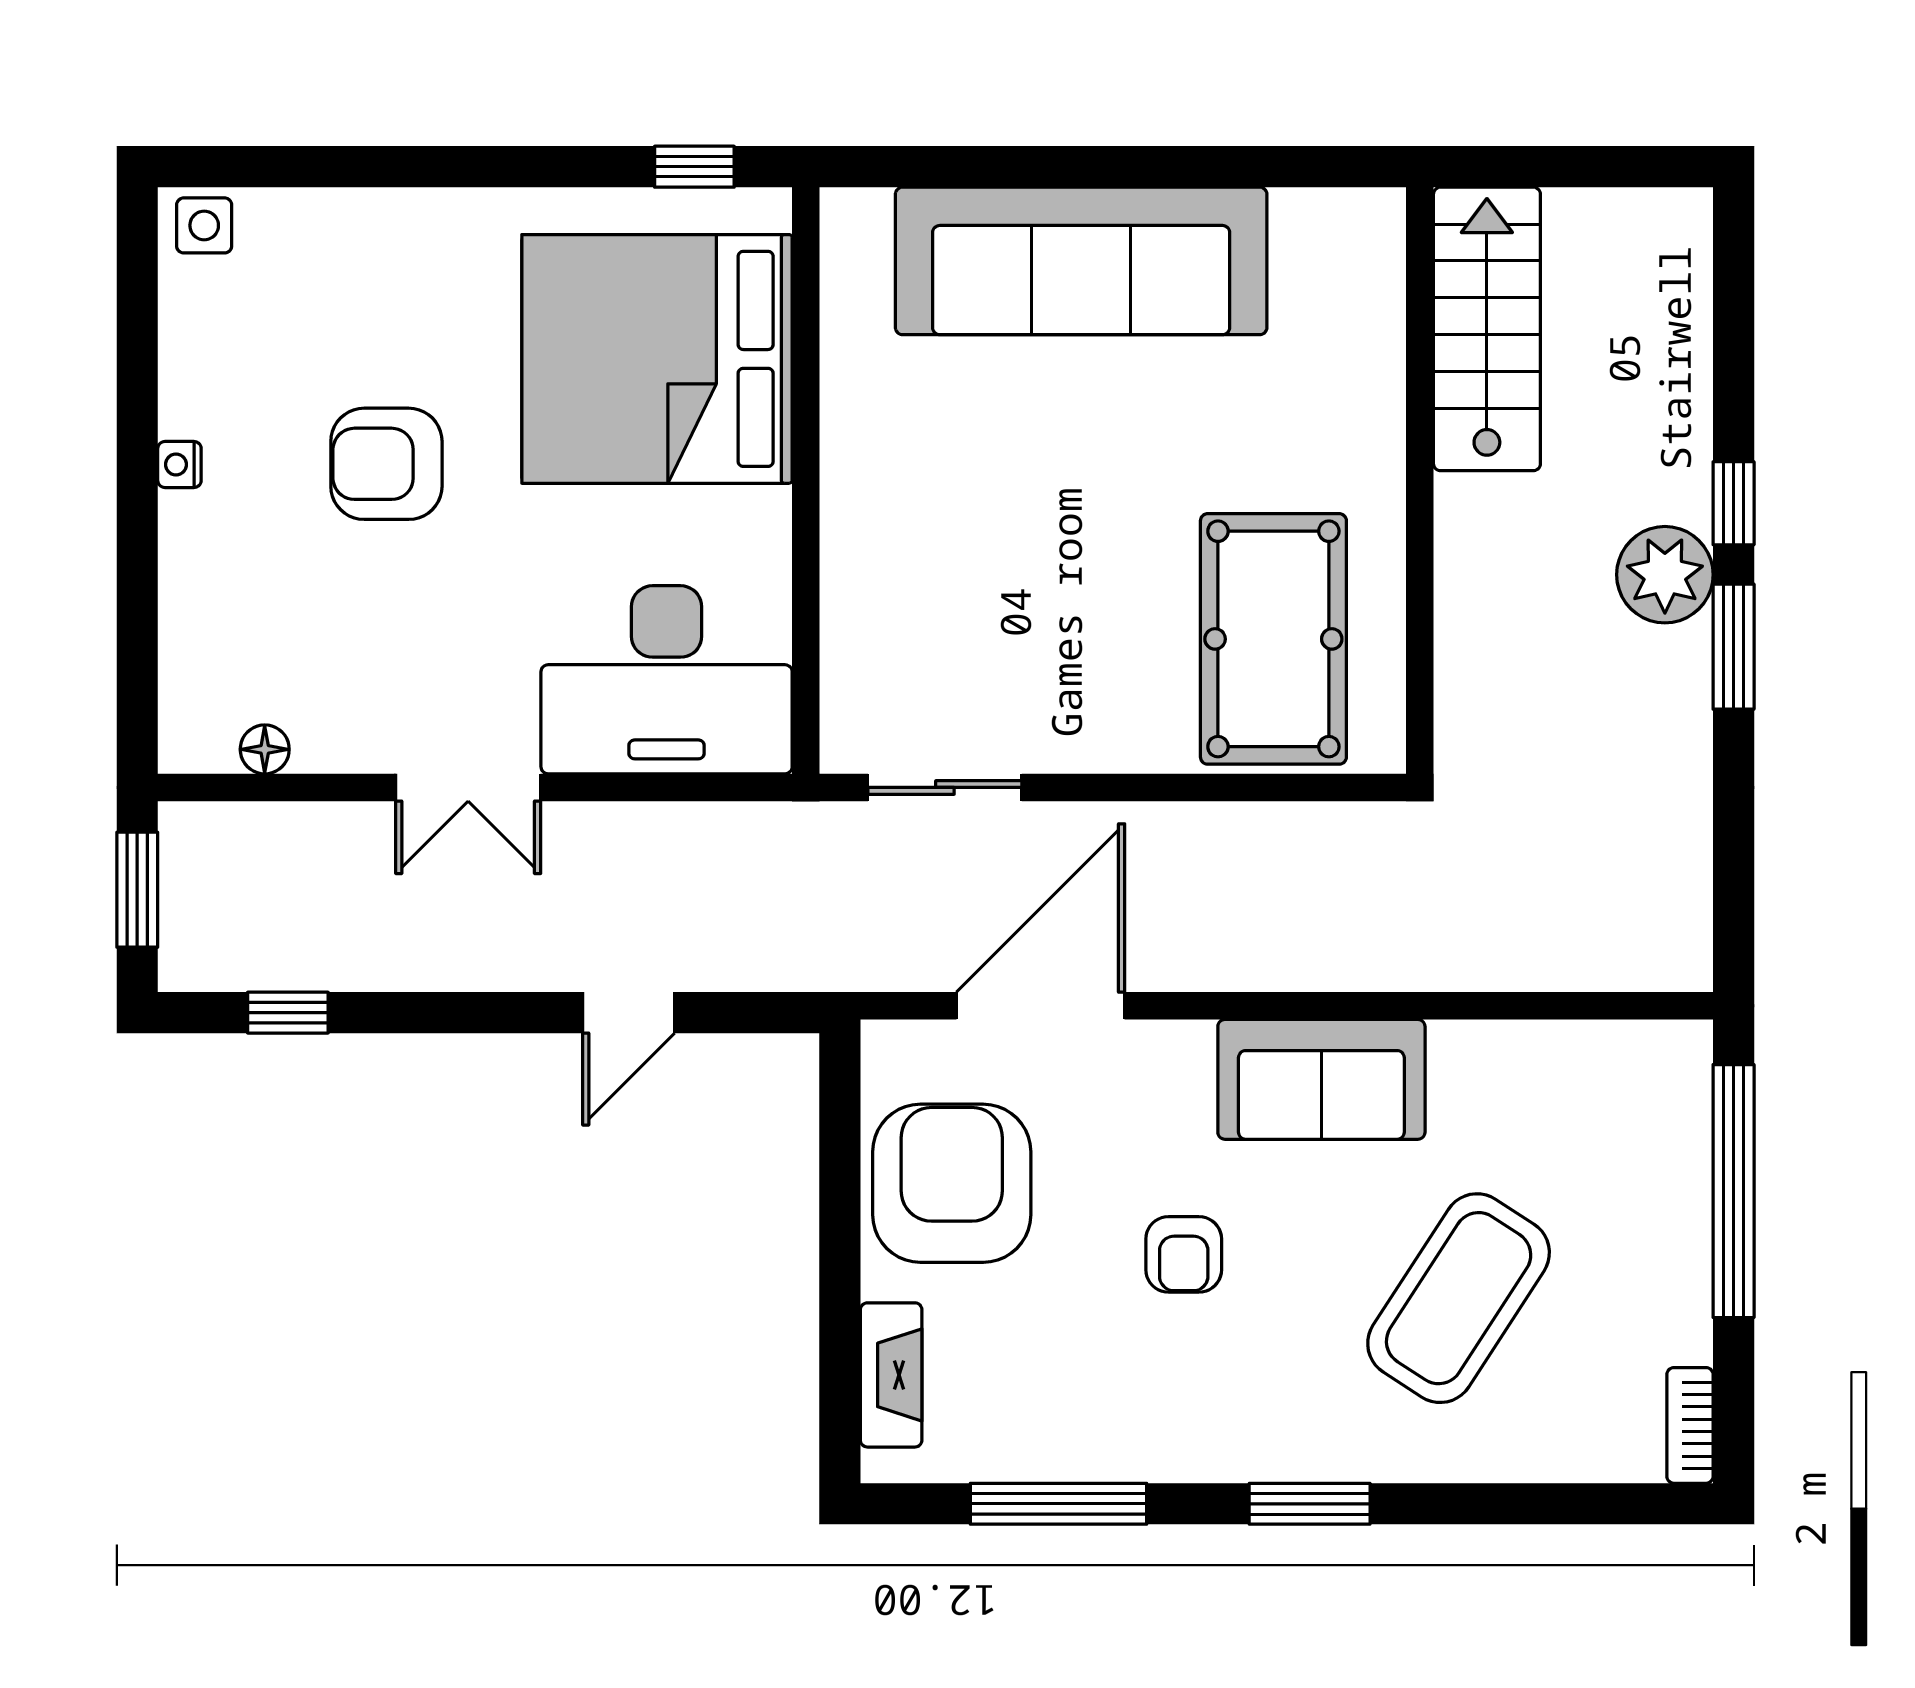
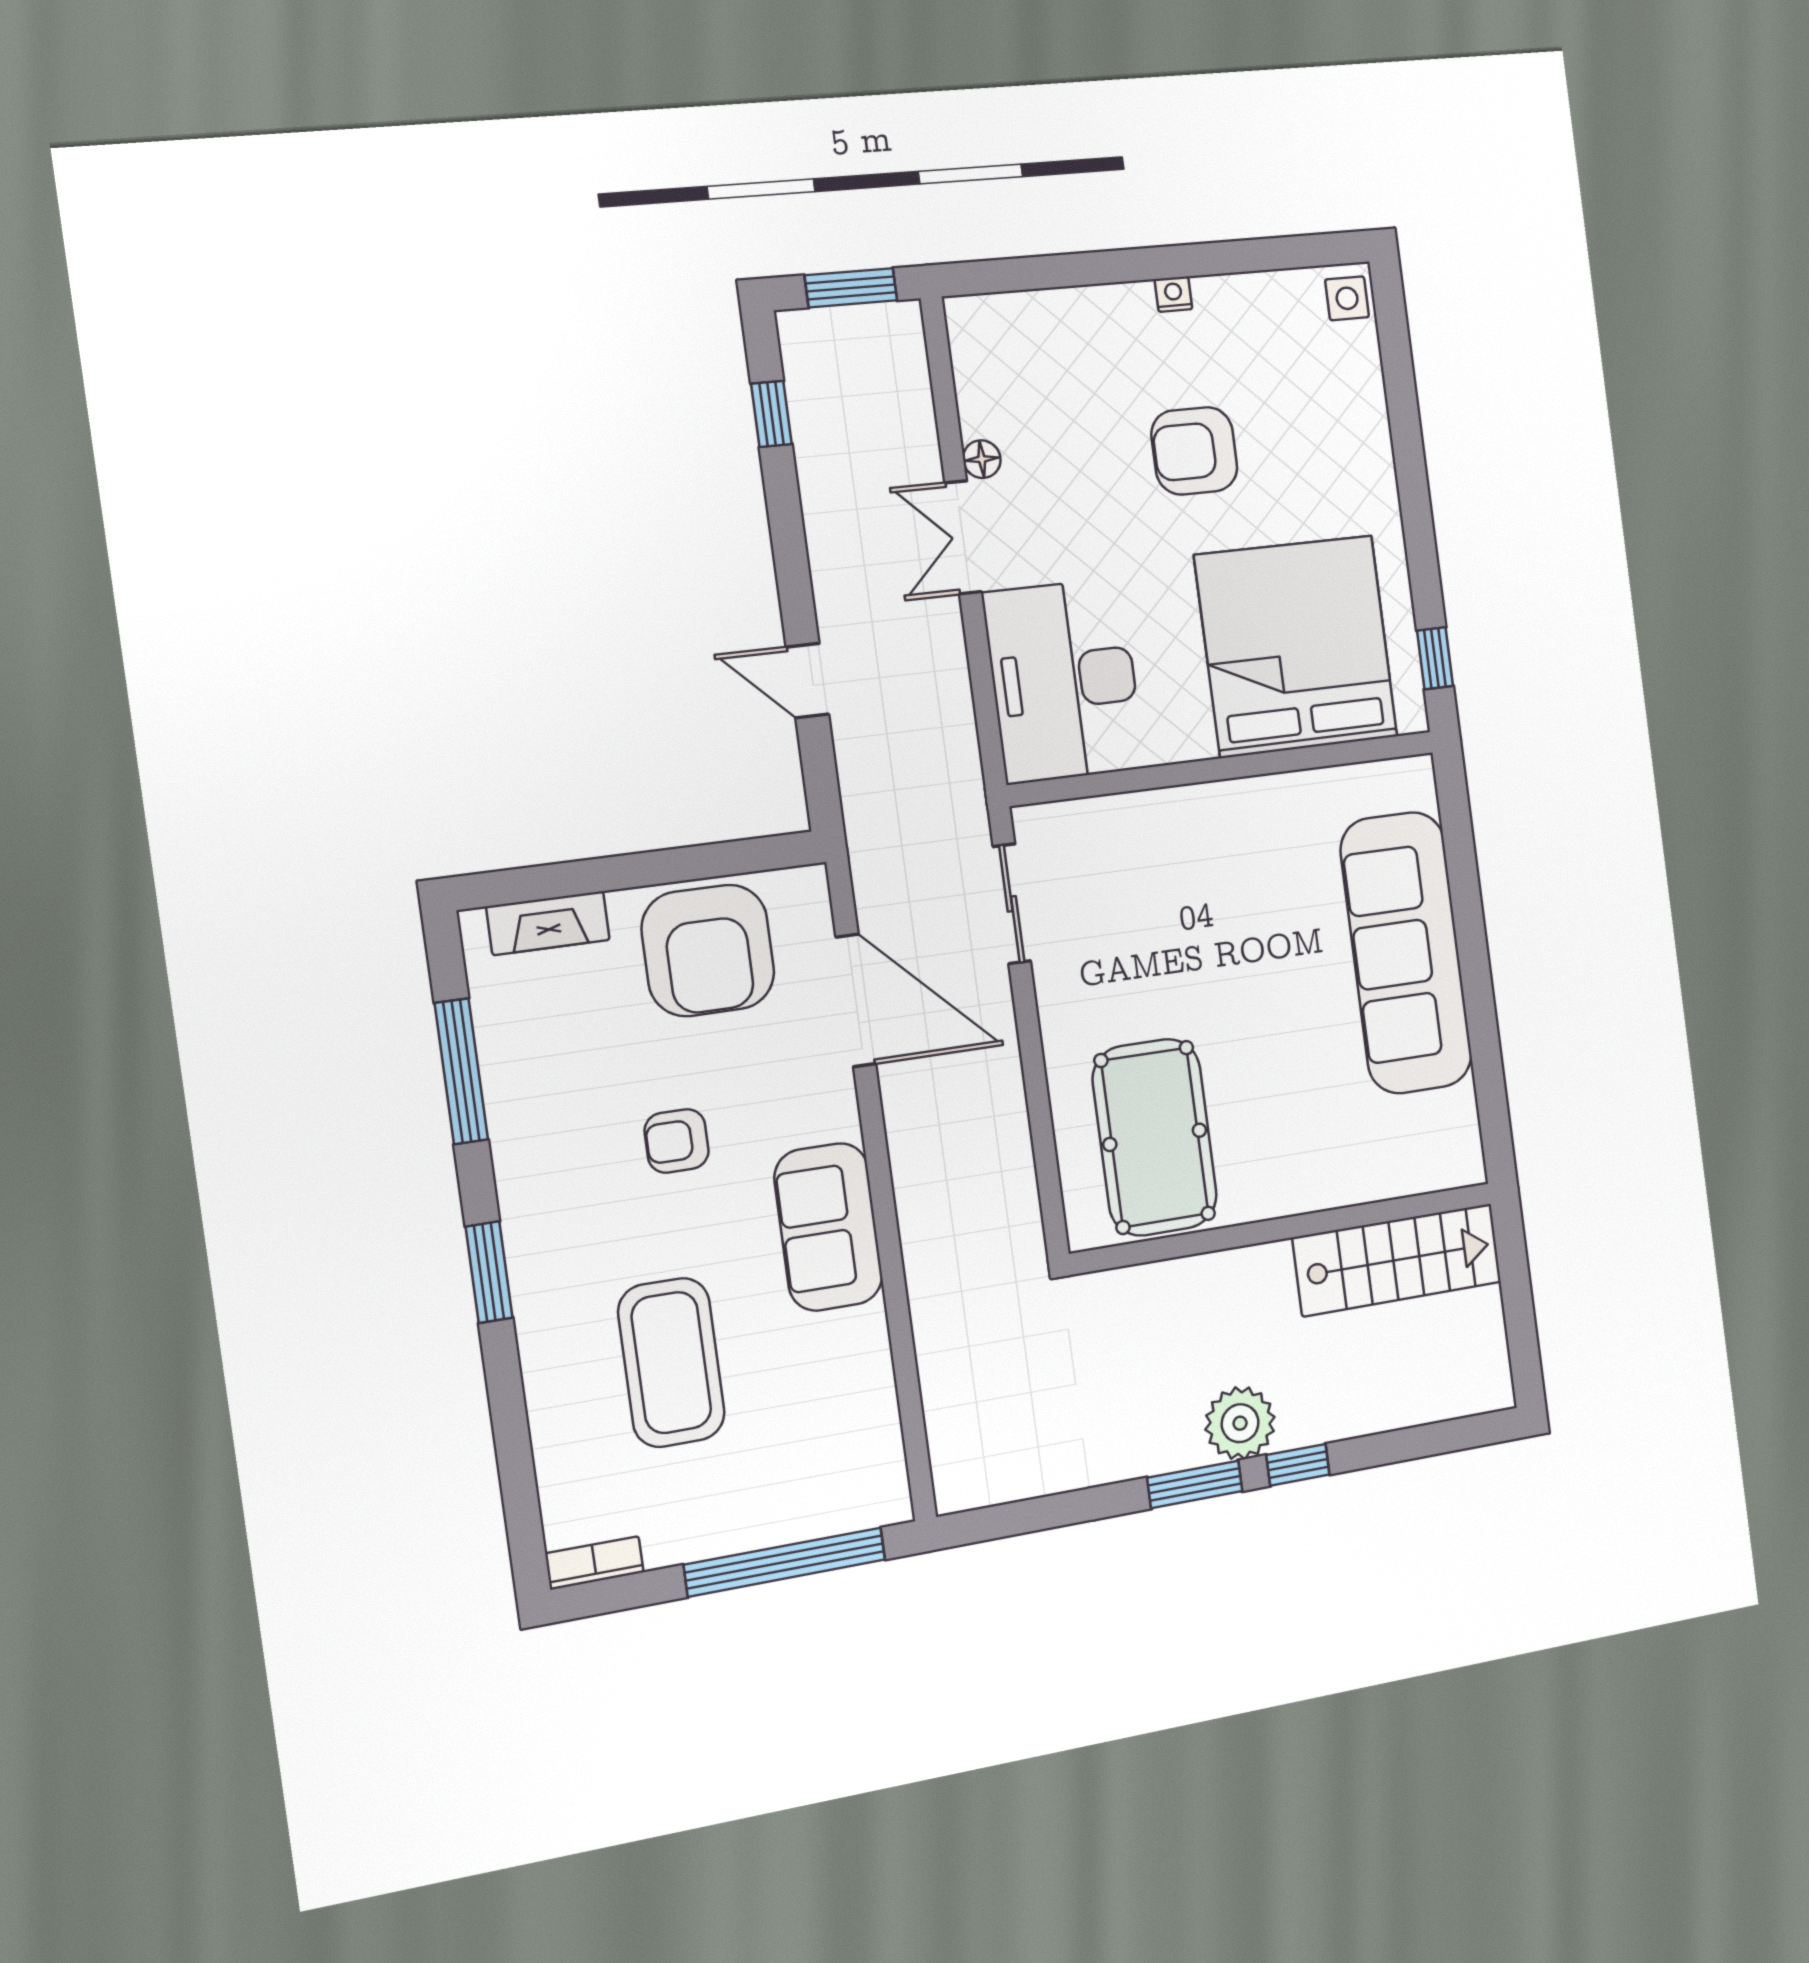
armchair: (386, 464) -> (1194, 451), turned -90
pool table: (1273, 639) -> (1155, 1137), turned 90
floor lamp: (265, 749) -> (982, 459), moved
armchair: (952, 1183) -> (708, 950), turned 90
coffee table: (1459, 1298) -> (671, 1363), turned 57

